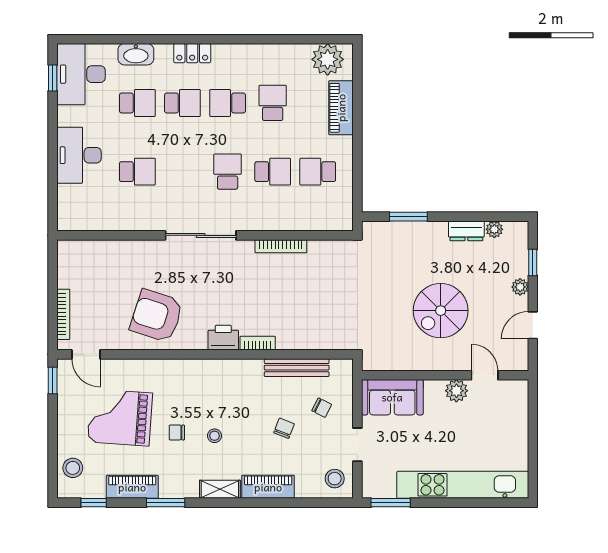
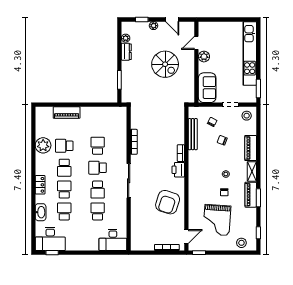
plant: (328, 59) -> (43, 145), moved
desk: (79, 155) -> (113, 240), moved
school desk: (318, 172) -> (98, 190), moved
piano: (132, 487) -> (251, 195), moved

